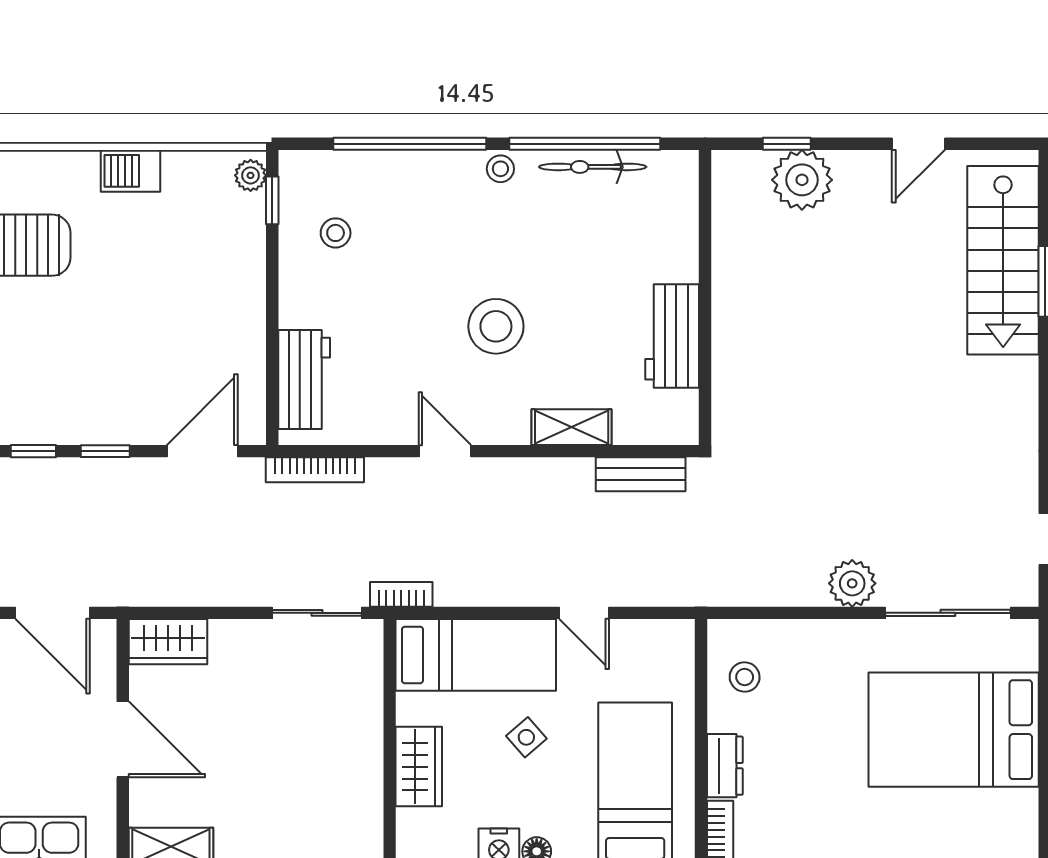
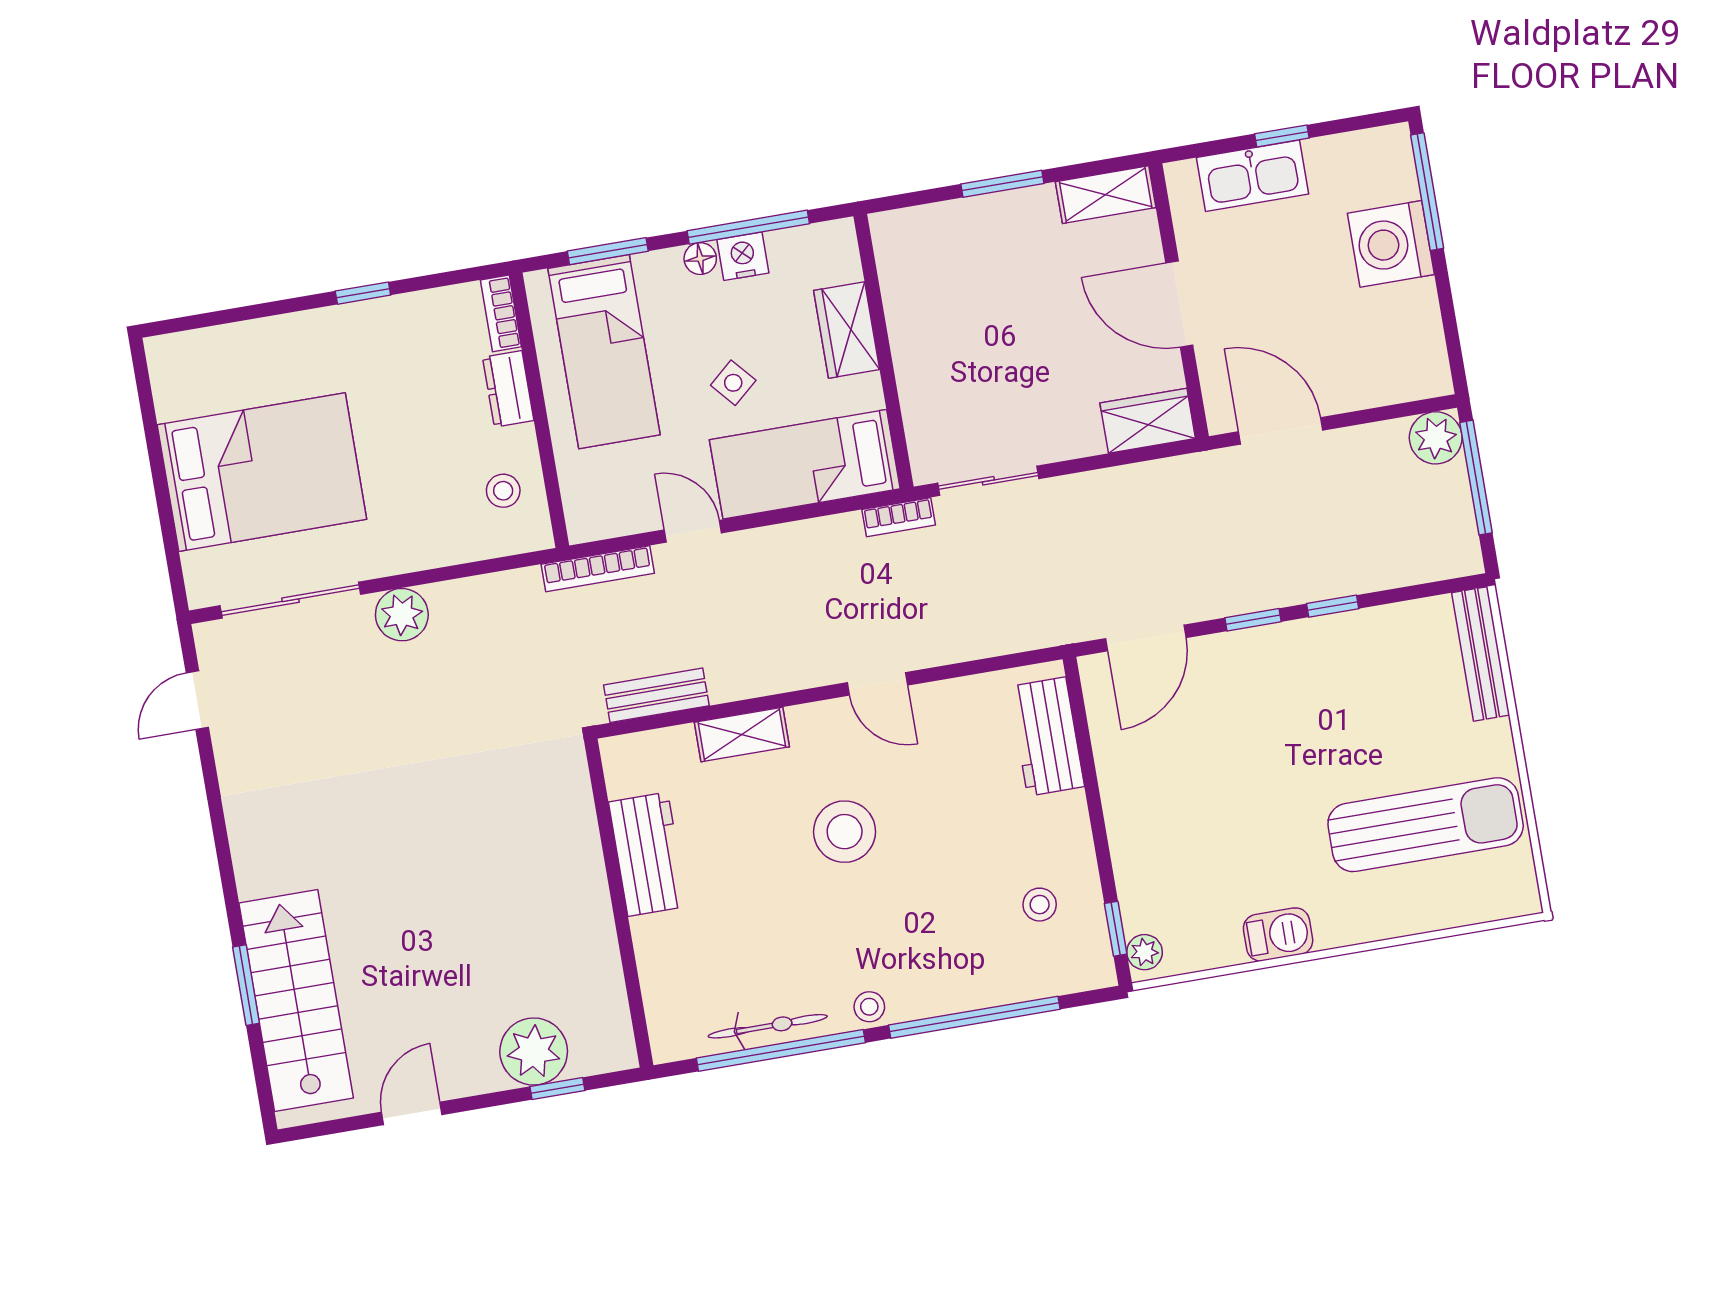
bookcase: (315, 470) -> (598, 569), moved, turned 180

